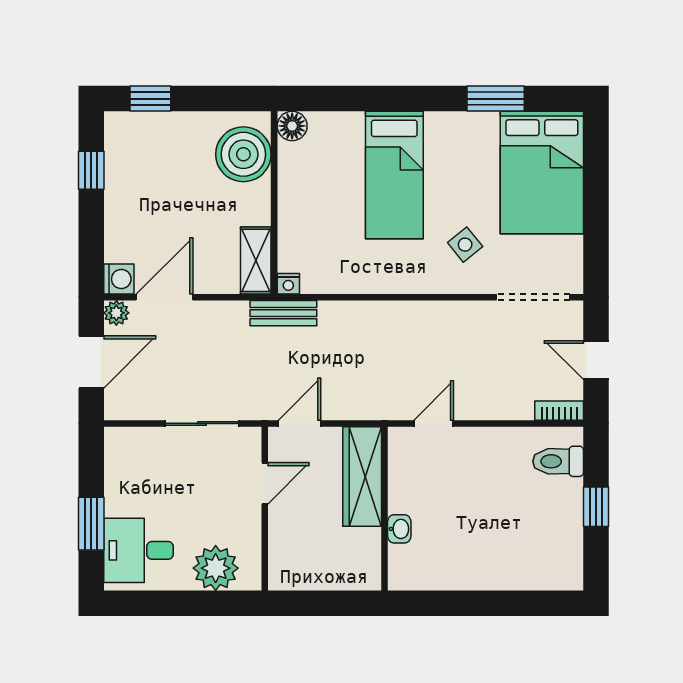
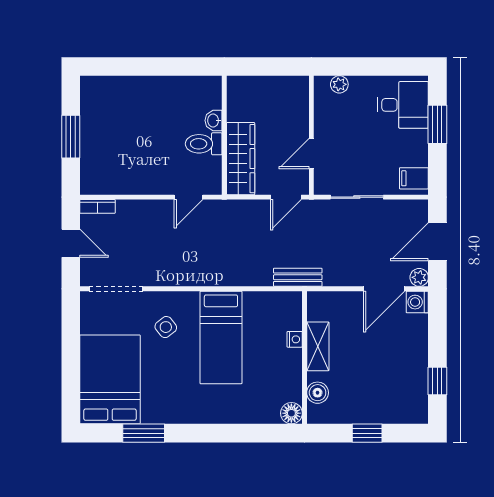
window: (150, 99) -> (367, 433), moved
boiler: (243, 154) -> (318, 393), width x0.54, depth x0.54
bed: (394, 175) -> (221, 337), moved, turned 180
shelving: (256, 260) -> (318, 346), moved
nightstand: (288, 284) -> (295, 339), moved, turned 90
filing cabinet: (124, 449) -> (414, 178), added
toilet: (558, 461) -> (204, 144), moved, turned 180
window: (596, 507) -> (71, 137), width x1.50
plant: (216, 568) -> (339, 84), width x0.53, depth x0.53

